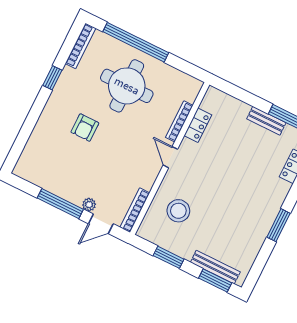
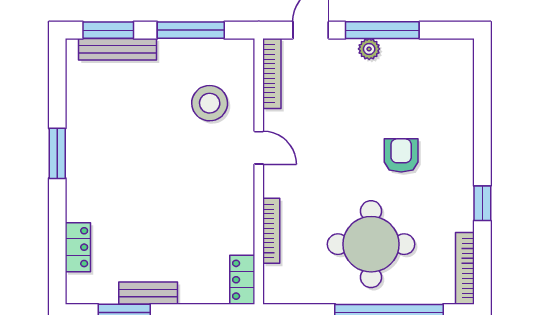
locker: (198, 125) -> (242, 280), moved
door: (170, 157) -> (259, 148), moved
plant: (89, 205) -> (369, 49), moved
window: (169, 257) -> (191, 30), width x1.44

